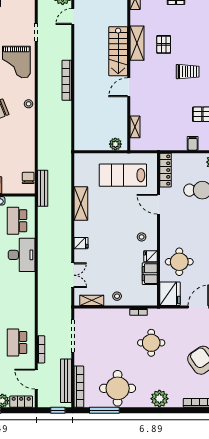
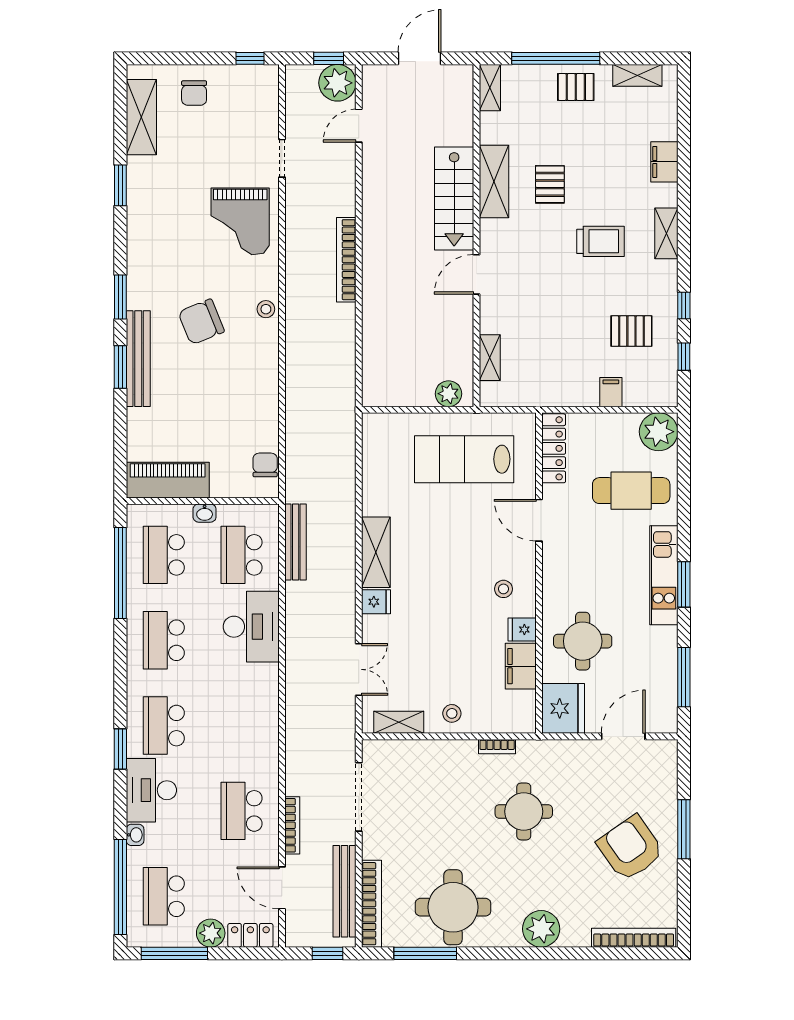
bench: (43, 188) -> (296, 542), moved
shelving: (81, 204) -> (376, 552), moved

